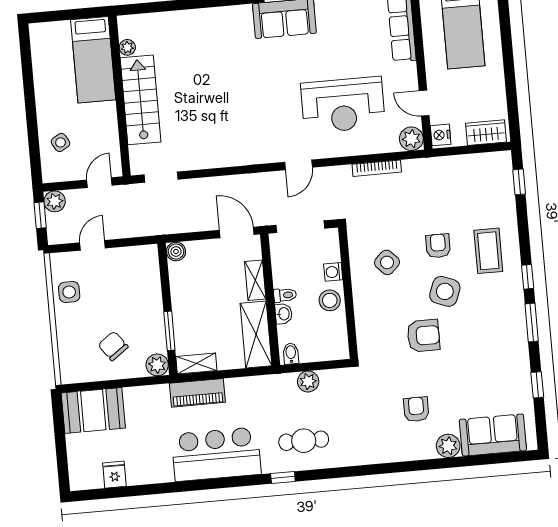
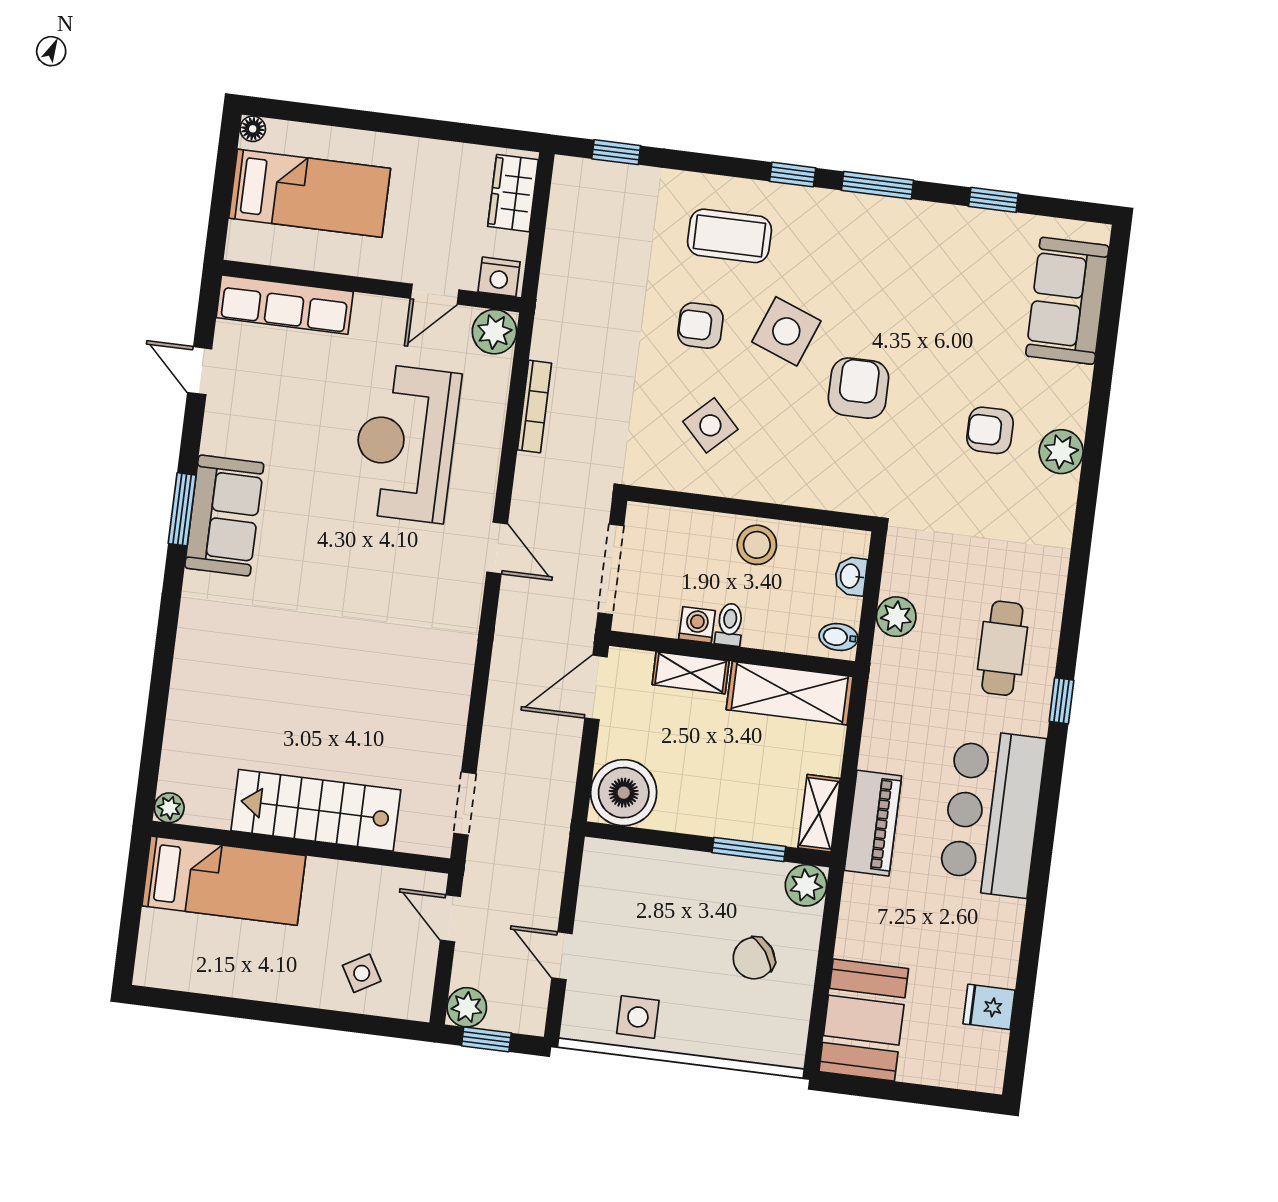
plant: (127, 47) -> (169, 808), moved
reception desk: (343, 105) -> (406, 443), turned 180
boiler: (176, 252) -> (624, 793), width x1.86, depth x1.86
washing machine: (333, 272) -> (697, 625), moved, turned 180
washbasin: (284, 314) -> (851, 576), moved, turned -90
plant: (448, 446) -> (1061, 452), moved

